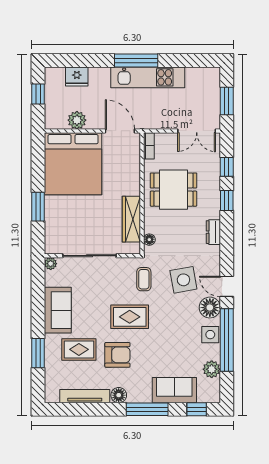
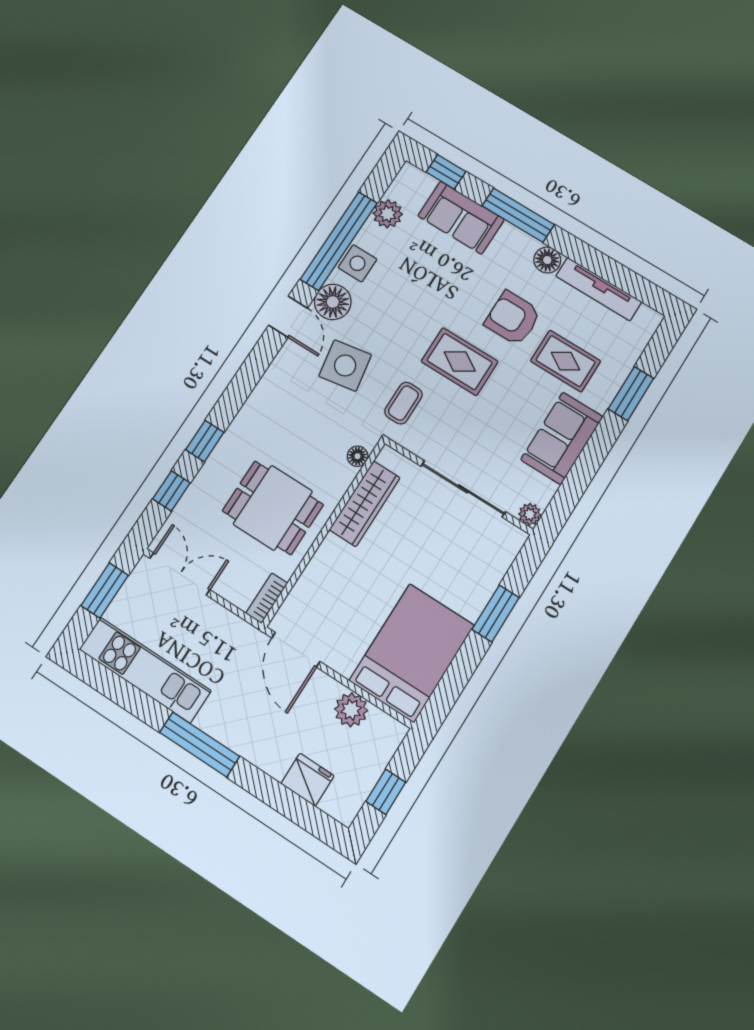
kitchen unit: (148, 77) -> (145, 670), moved
bed: (73, 164) -> (412, 653), width x0.73
dresser: (213, 232) -> (255, 407), removed

